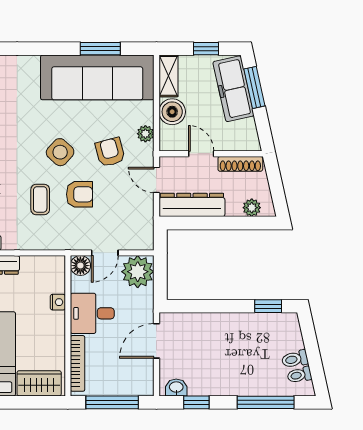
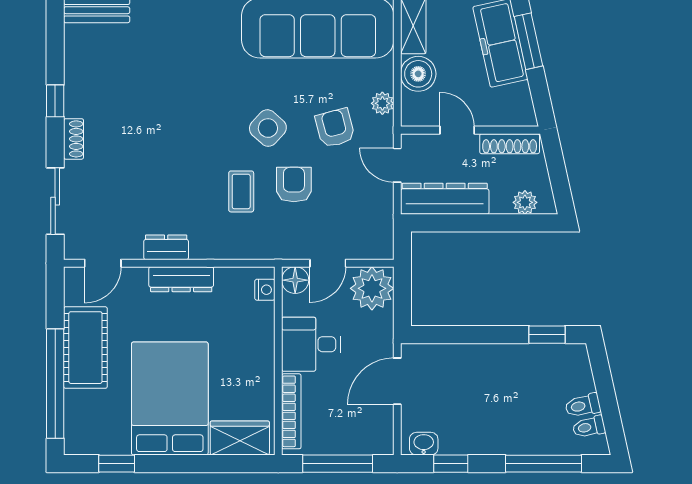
armchair: (79, 194) -> (294, 185), turned -90
nightstand: (58, 302) -> (265, 290), moved

